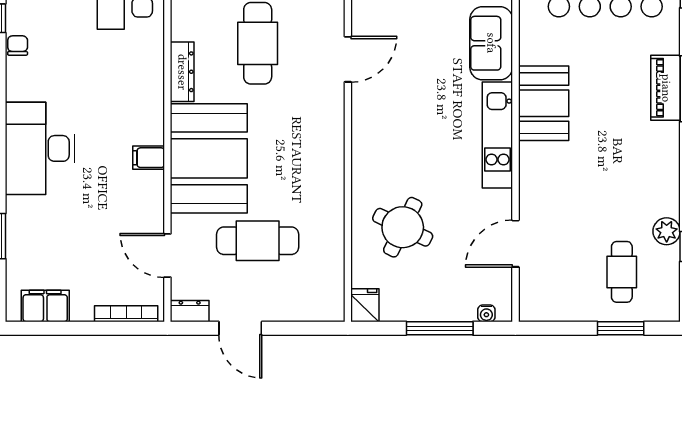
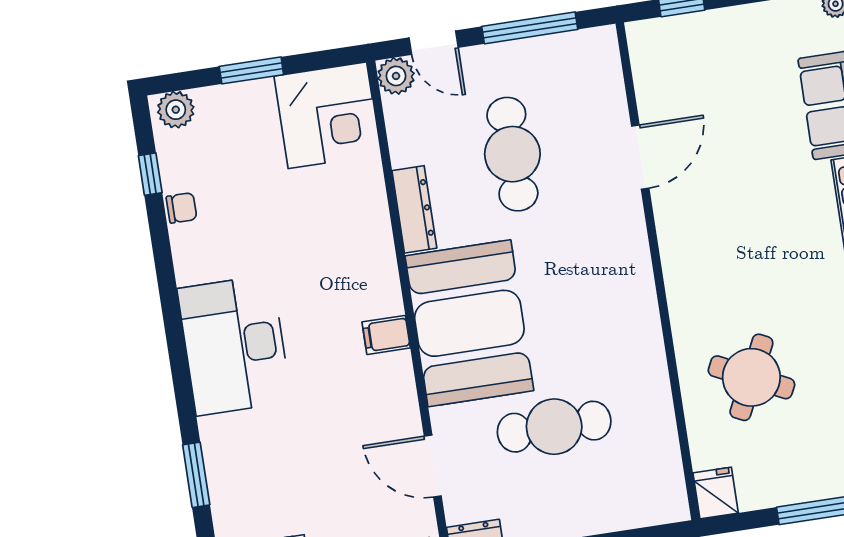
chair: (18, 46) -> (182, 208), turned 90

